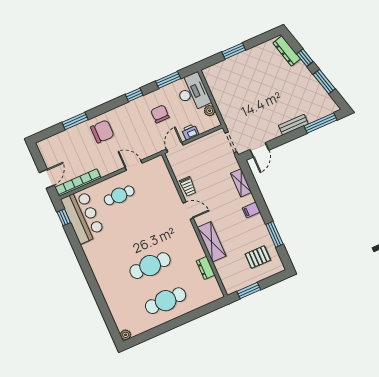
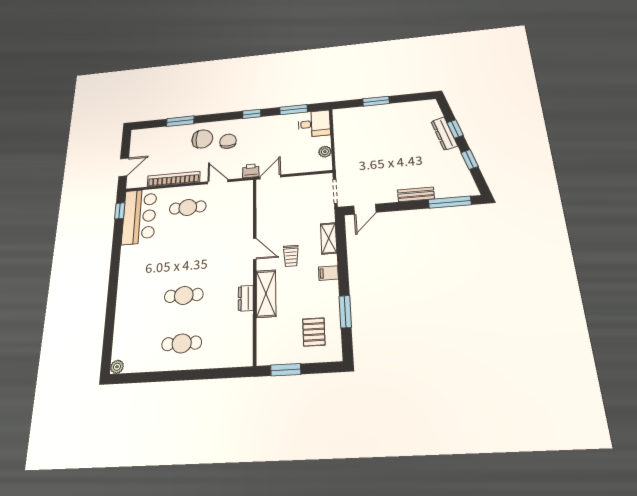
dresser: (287, 51) -> (444, 134), moved
window: (324, 82) -> (470, 160), width x0.67
desk: (193, 92) -> (314, 124), width x0.73
chair: (160, 114) -> (228, 141), moved
printer: (190, 132) -> (251, 171), moved
bookcase: (78, 183) -> (174, 179), moved
trolley: (188, 186) -> (291, 256), moved
pallet: (258, 257) -> (314, 332), turned 90
cafe table: (150, 266) -> (184, 295), width x0.73, depth x0.74
dresser: (206, 268) -> (246, 298), moved
cafe table: (166, 301) -> (182, 343), width x0.73, depth x0.74

